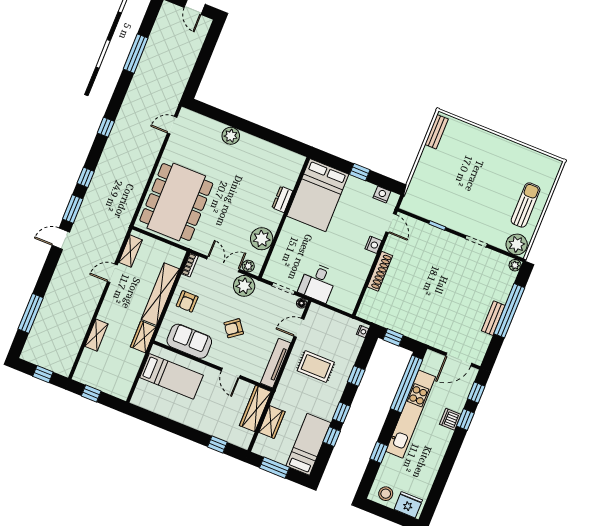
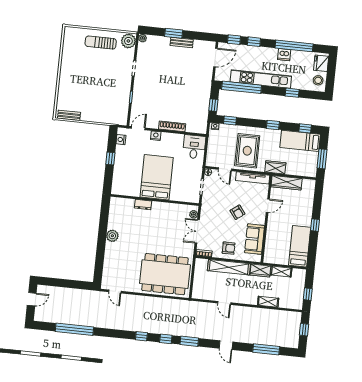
window: (136, 54) -> (74, 329), width x1.46
window: (106, 127) -> (141, 336), moved
plant: (231, 136) -> (112, 236), moved
bed: (318, 195) -> (157, 177), moved, turned -90
door: (61, 239) -> (226, 345), moved
plant: (262, 239) -> (173, 211), removed
shelving: (130, 251) -> (281, 272), moved
desk: (318, 282) -> (194, 147), moved, turned -90
plant: (244, 286) -> (208, 213), removed
window: (509, 311) -> (174, 33), width x0.47
door: (459, 359) -> (215, 57), hinge flipped
rug: (316, 366) -> (247, 151), width x1.36, depth x1.43
bed: (171, 376) -> (300, 246), moved
window: (356, 376) -> (230, 121), moved
dishwasher: (450, 419) -> (284, 55), moved
wardrobe: (272, 422) -> (275, 167), moved
window: (332, 437) -> (305, 128), moved
window: (217, 445) -> (315, 225), moved
window: (443, 474) -> (294, 46), added

